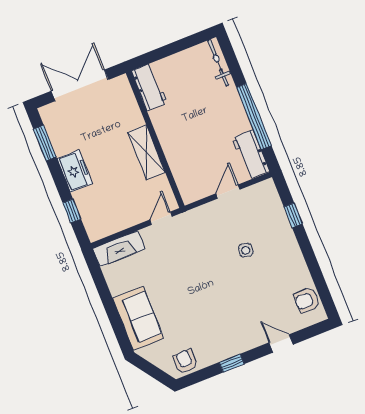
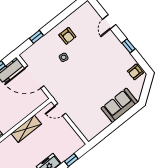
door: (228, 192) -> (34, 77), width x1.88
fireplace: (119, 249) -> (84, 128), removed
armchair: (307, 300) -> (67, 36), moved

